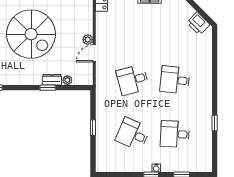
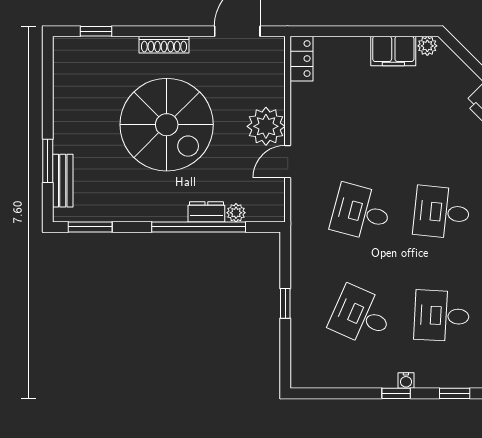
plant: (88, 40) -> (266, 126), width x1.88, depth x1.88
desk: (133, 80) -> (361, 212), turned 30
window: (48, 88) -> (199, 227), width x3.17

